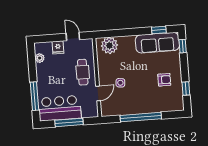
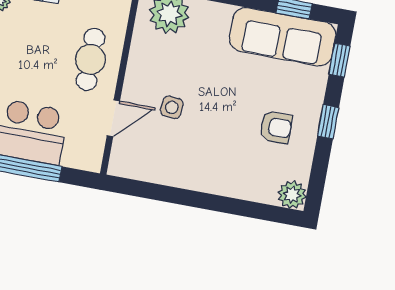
window: (186, 89) -> (328, 122), moved
plant: (178, 105) -> (292, 195), added
window: (141, 117) -> (198, 200), removed

